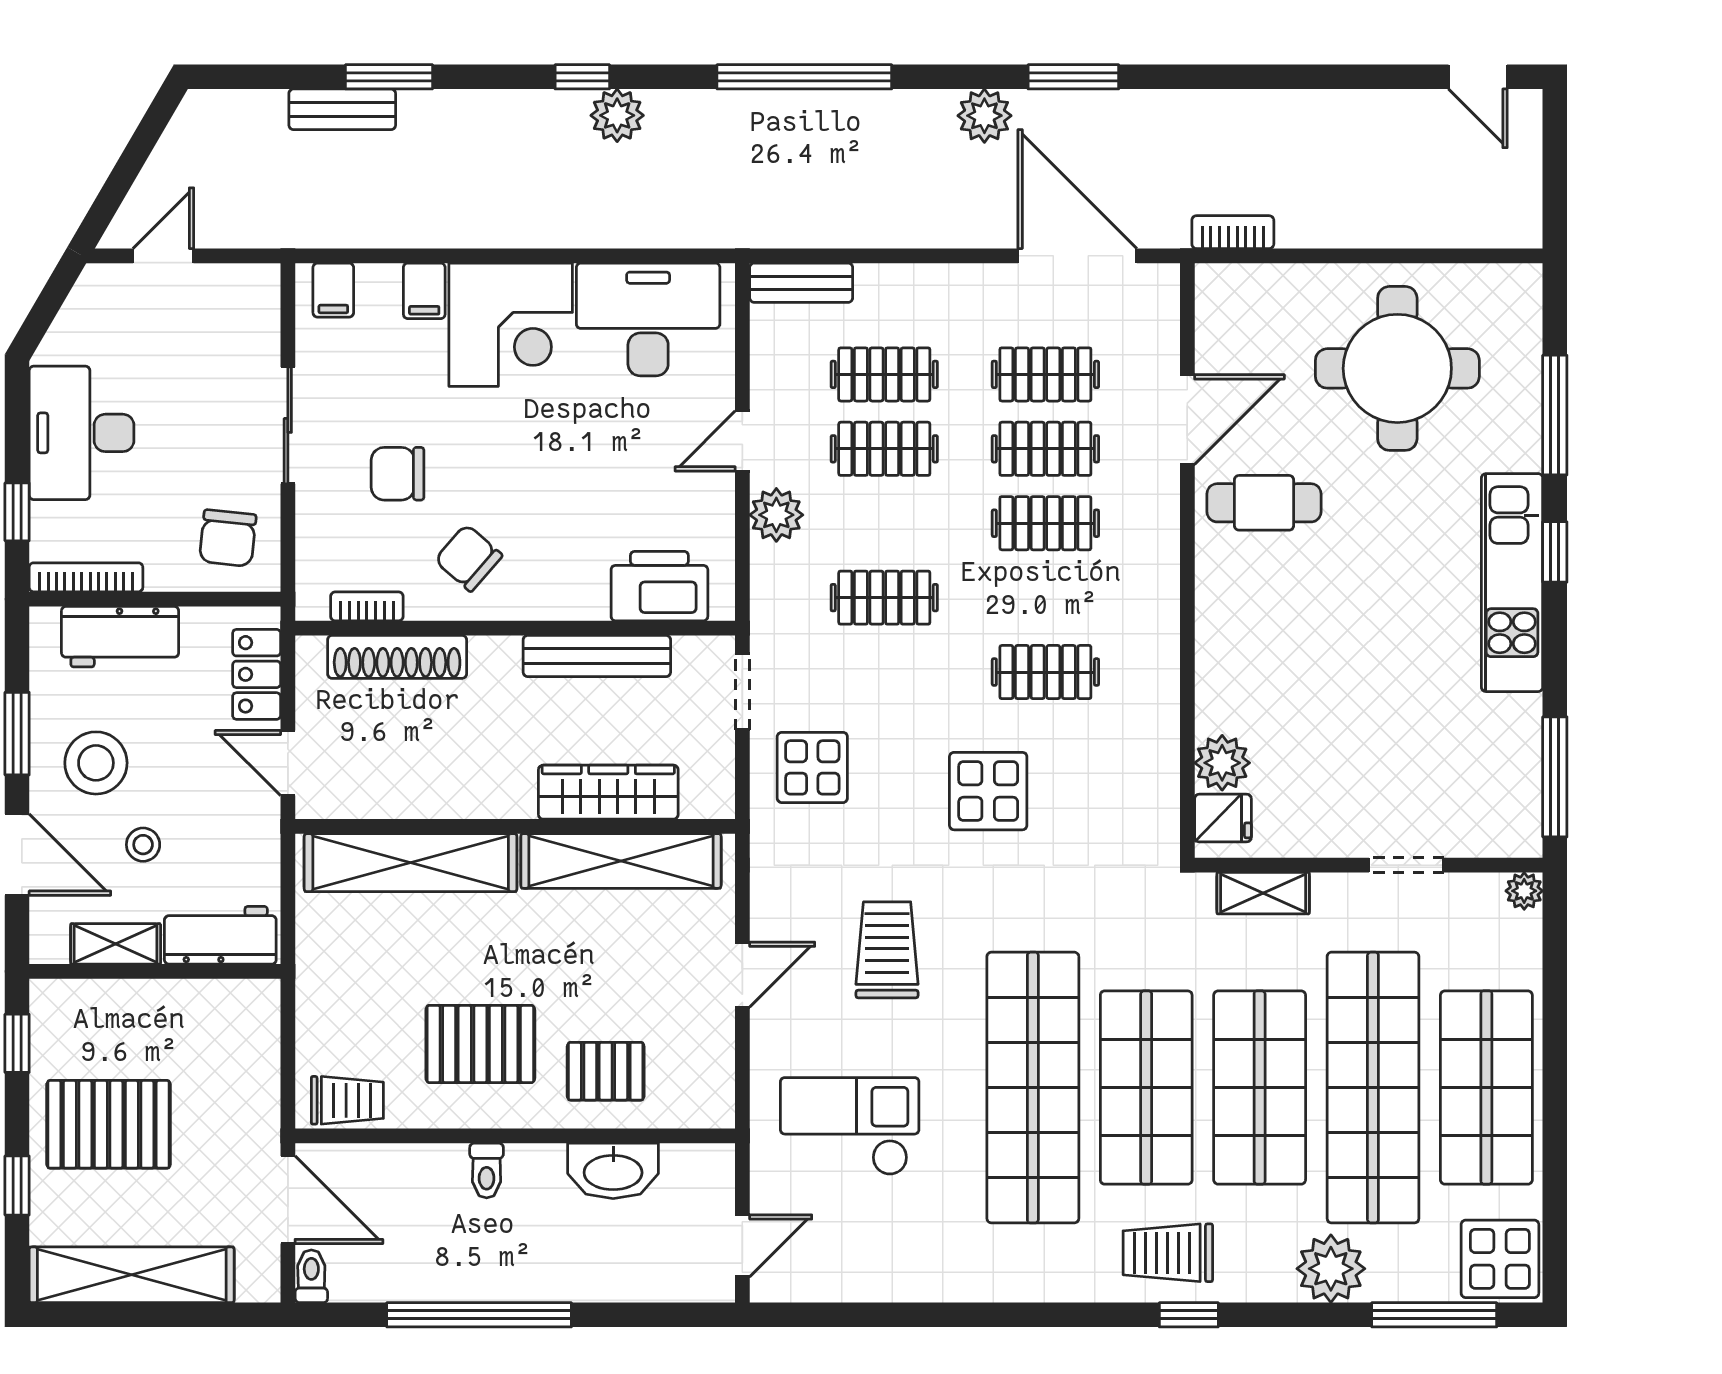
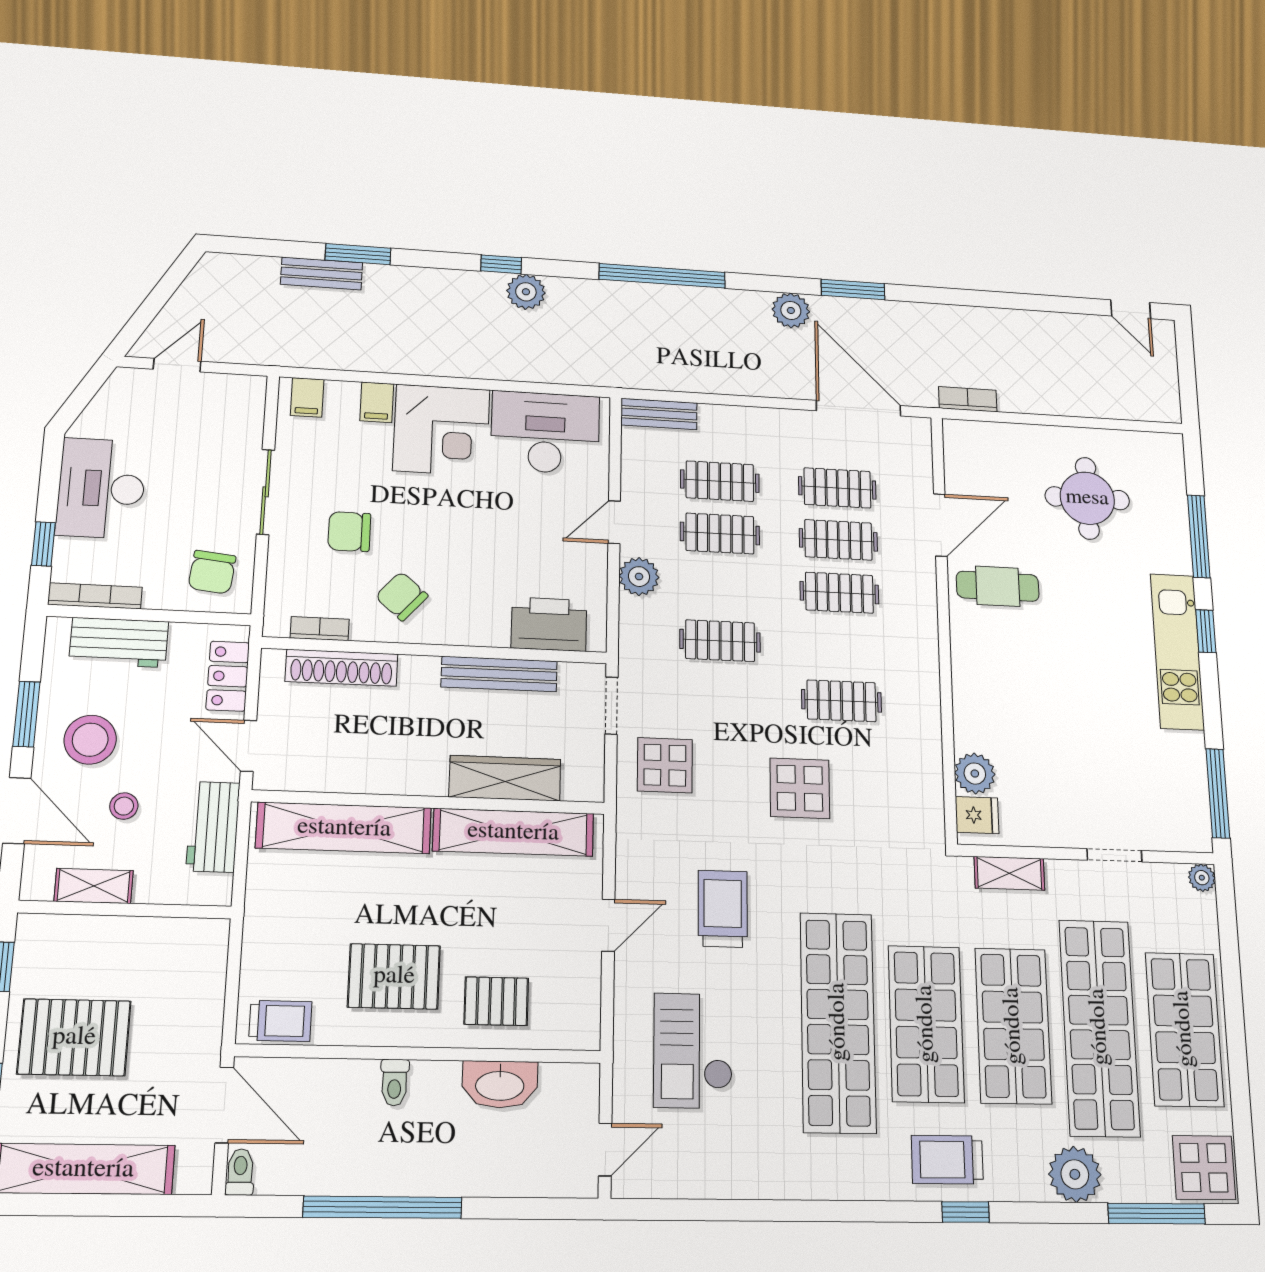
round table: (1397, 368) -> (1087, 498), width x0.73, depth x0.73
workbench: (220, 935) -> (213, 827), moved, turned -90
checkout: (850, 1126) -> (693, 1051), turned -90

